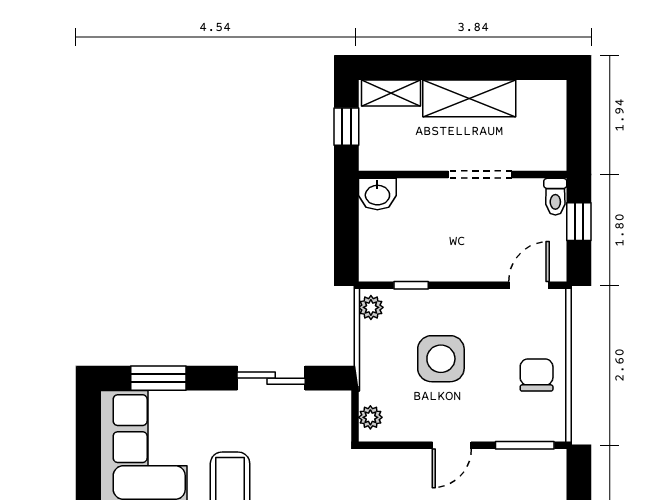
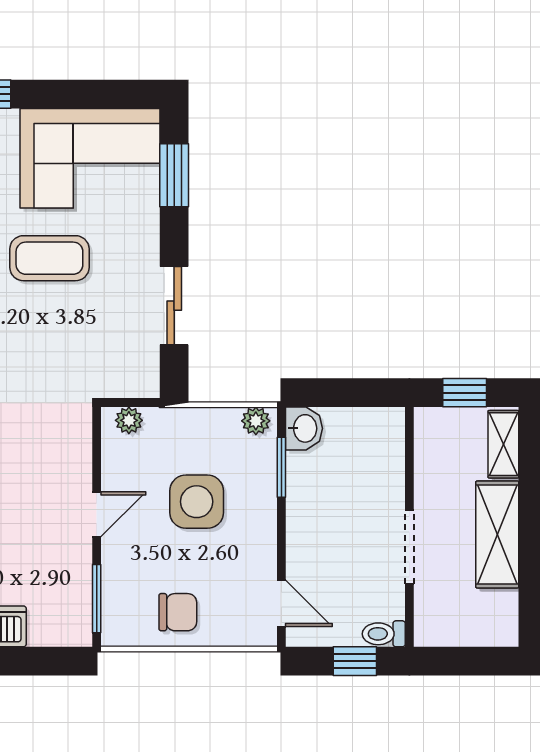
washbasin: (377, 194) -> (304, 428), moved, turned 180
window: (411, 285) -> (281, 467), width x1.50
door: (452, 445) -> (97, 514), swing flipped

